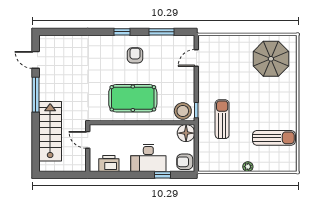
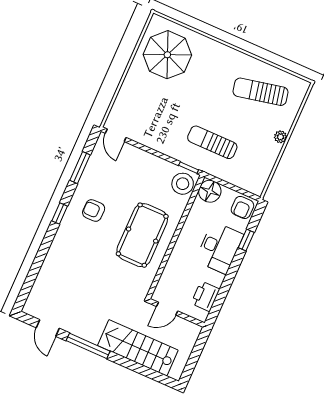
door: (196, 58) -> (116, 135), moved
door: (36, 60) -> (48, 328), hinge flipped
sun lounger: (274, 138) -> (260, 92), turned -102

